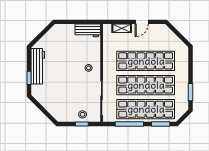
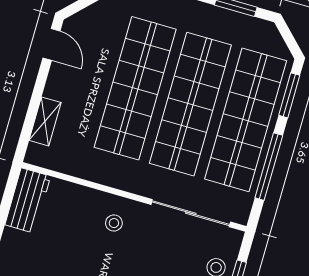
door: (142, 22) -> (51, 44), moved

